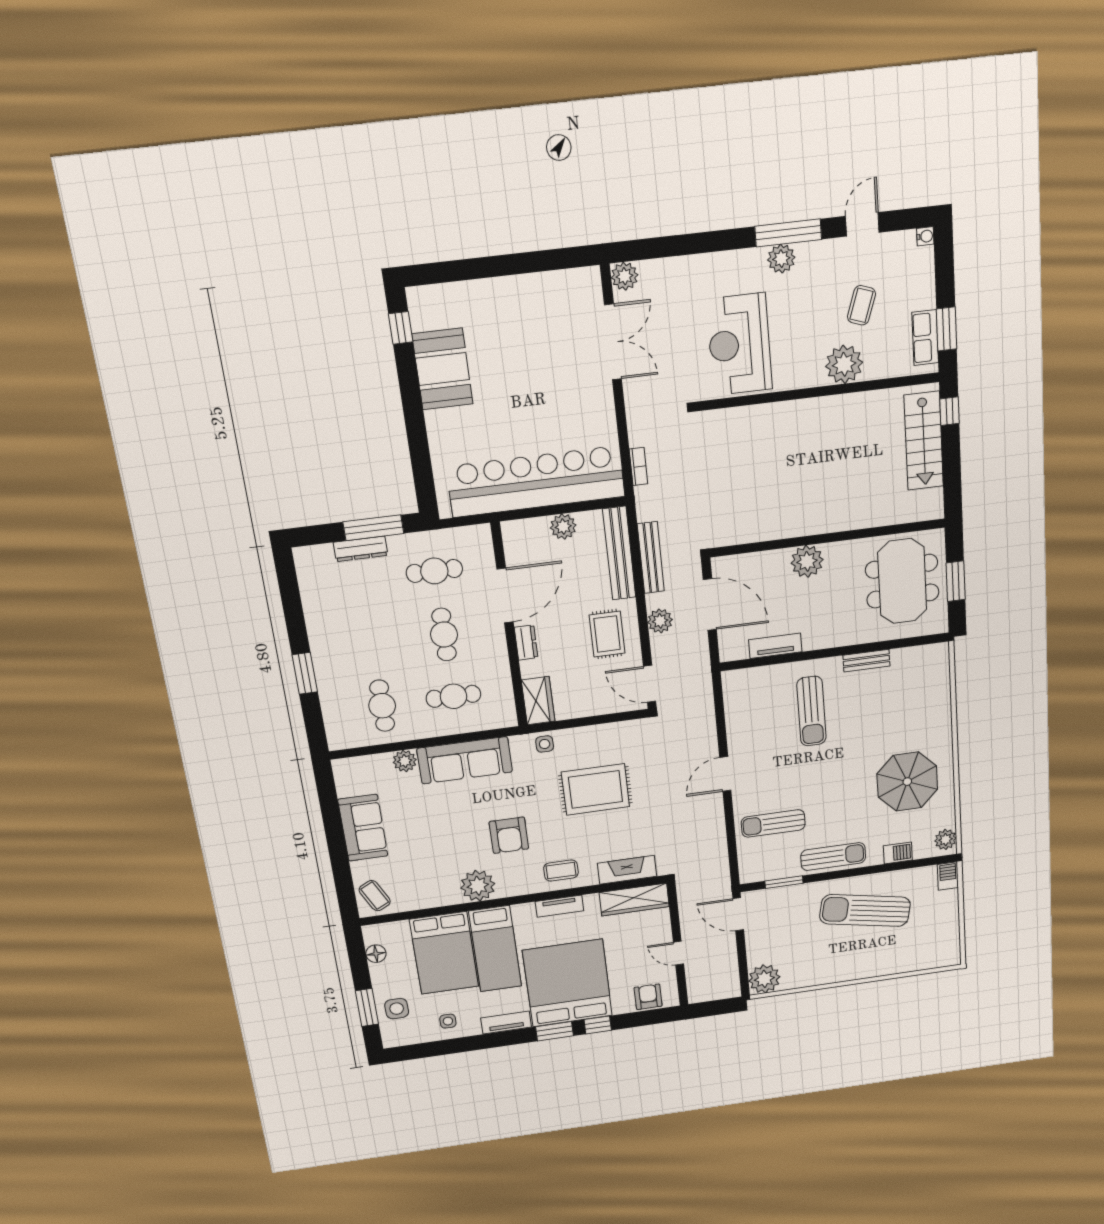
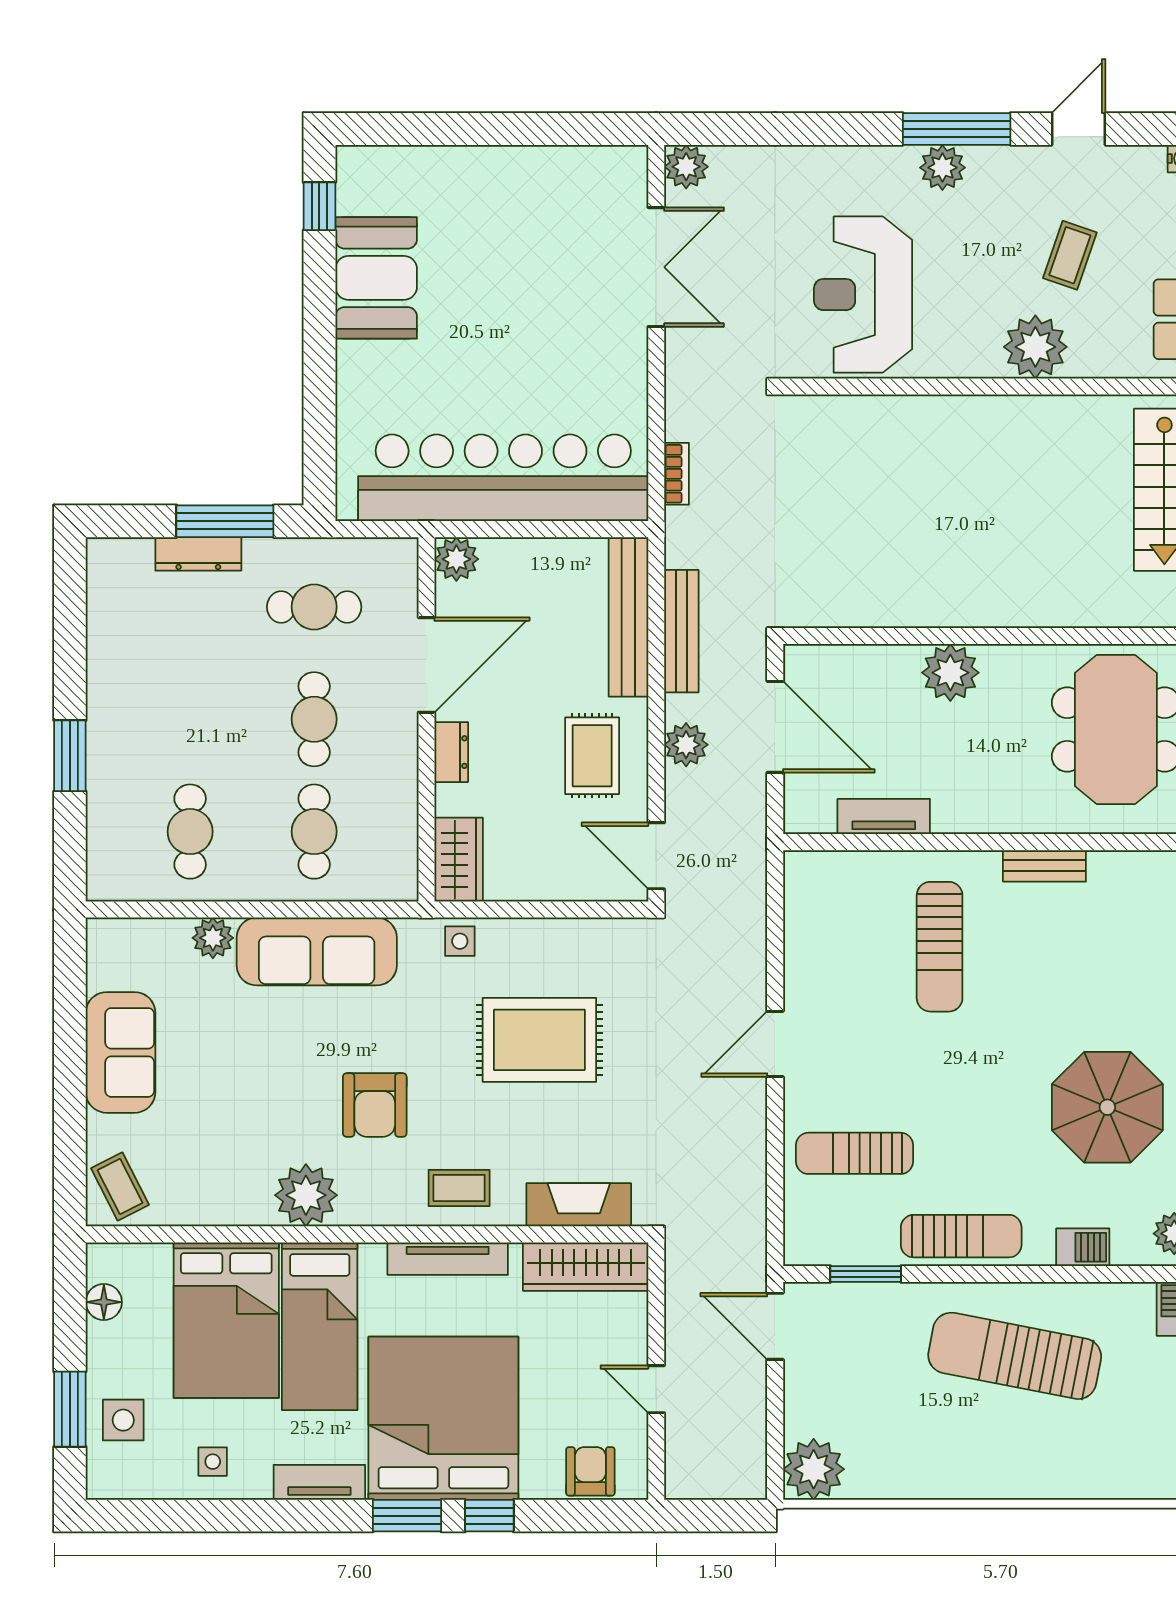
plant: (563, 527) -> (456, 559), moved
cafe table: (453, 696) -> (314, 832), turned 90
tv unit: (559, 906) -> (448, 1259), width x1.41

